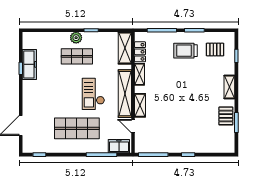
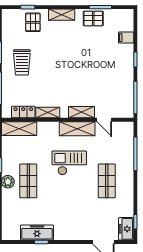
pallet: (215, 50) -> (33, 22), moved
checkout: (93, 94) -> (69, 163), turned 180
shelving: (125, 94) -> (77, 129), width x0.68
door: (133, 126) -> (104, 120), hinge flipped
shop shelf: (77, 128) -> (107, 181), width x0.70, depth x0.74
freezer: (119, 146) -> (126, 229), moved
filing cabinet: (208, 146) -> (126, 38), added

